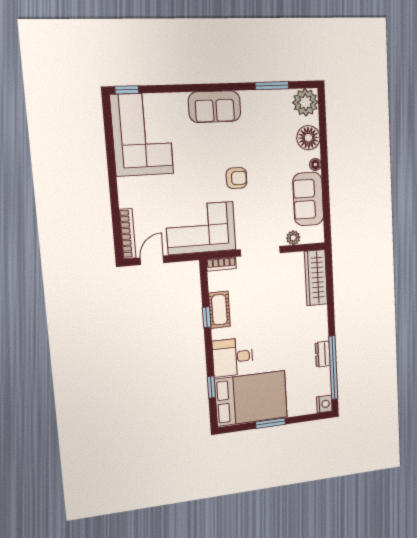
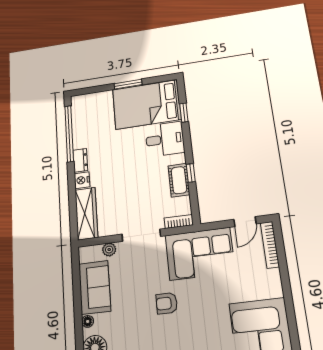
dresser: (323, 354) -> (80, 160), moved
nightstand: (324, 404) -> (82, 180), moved

